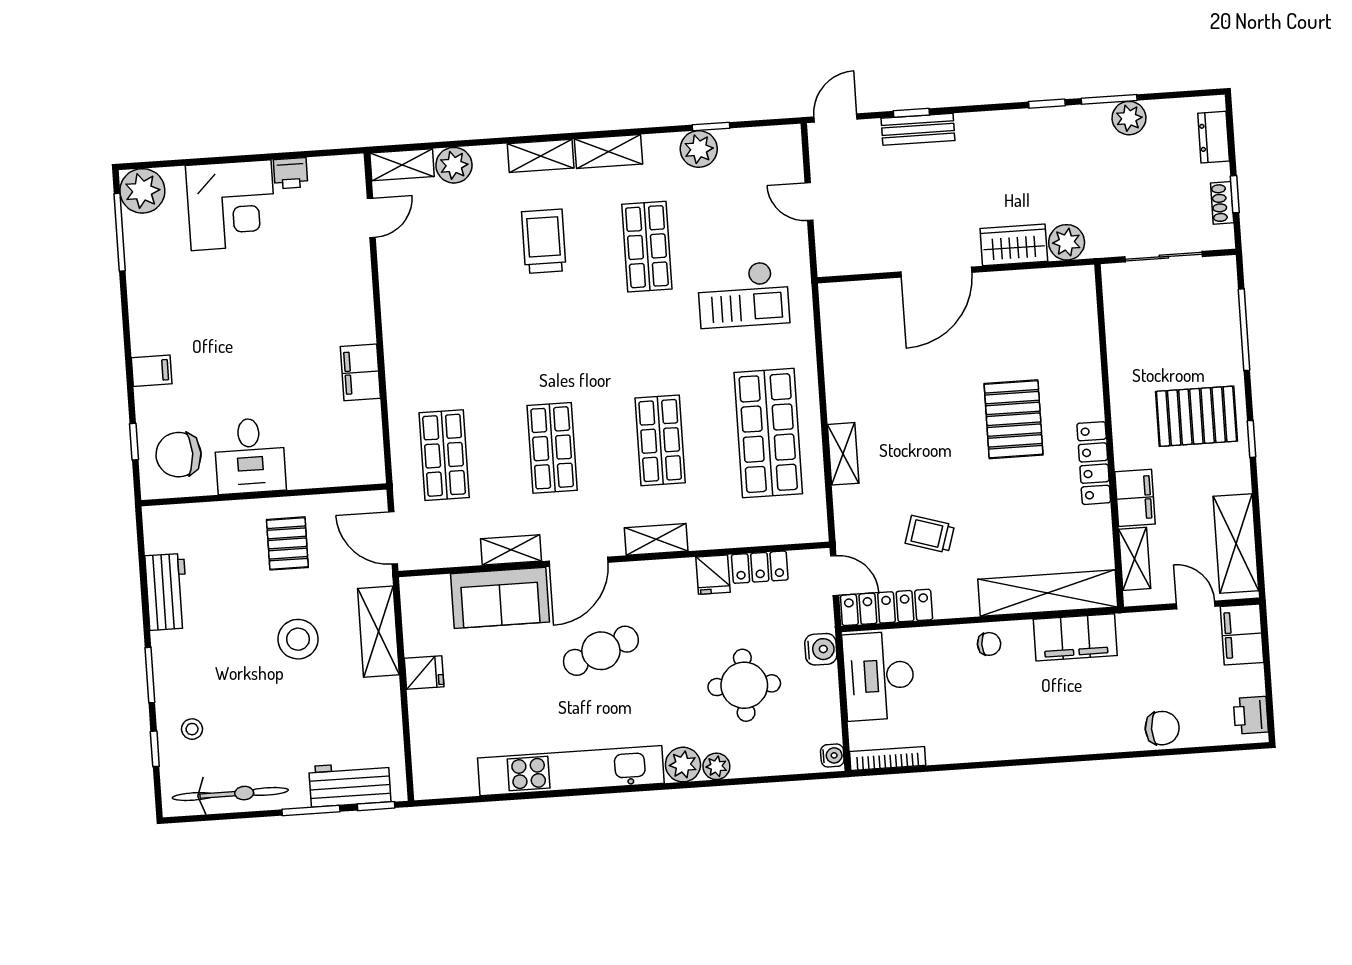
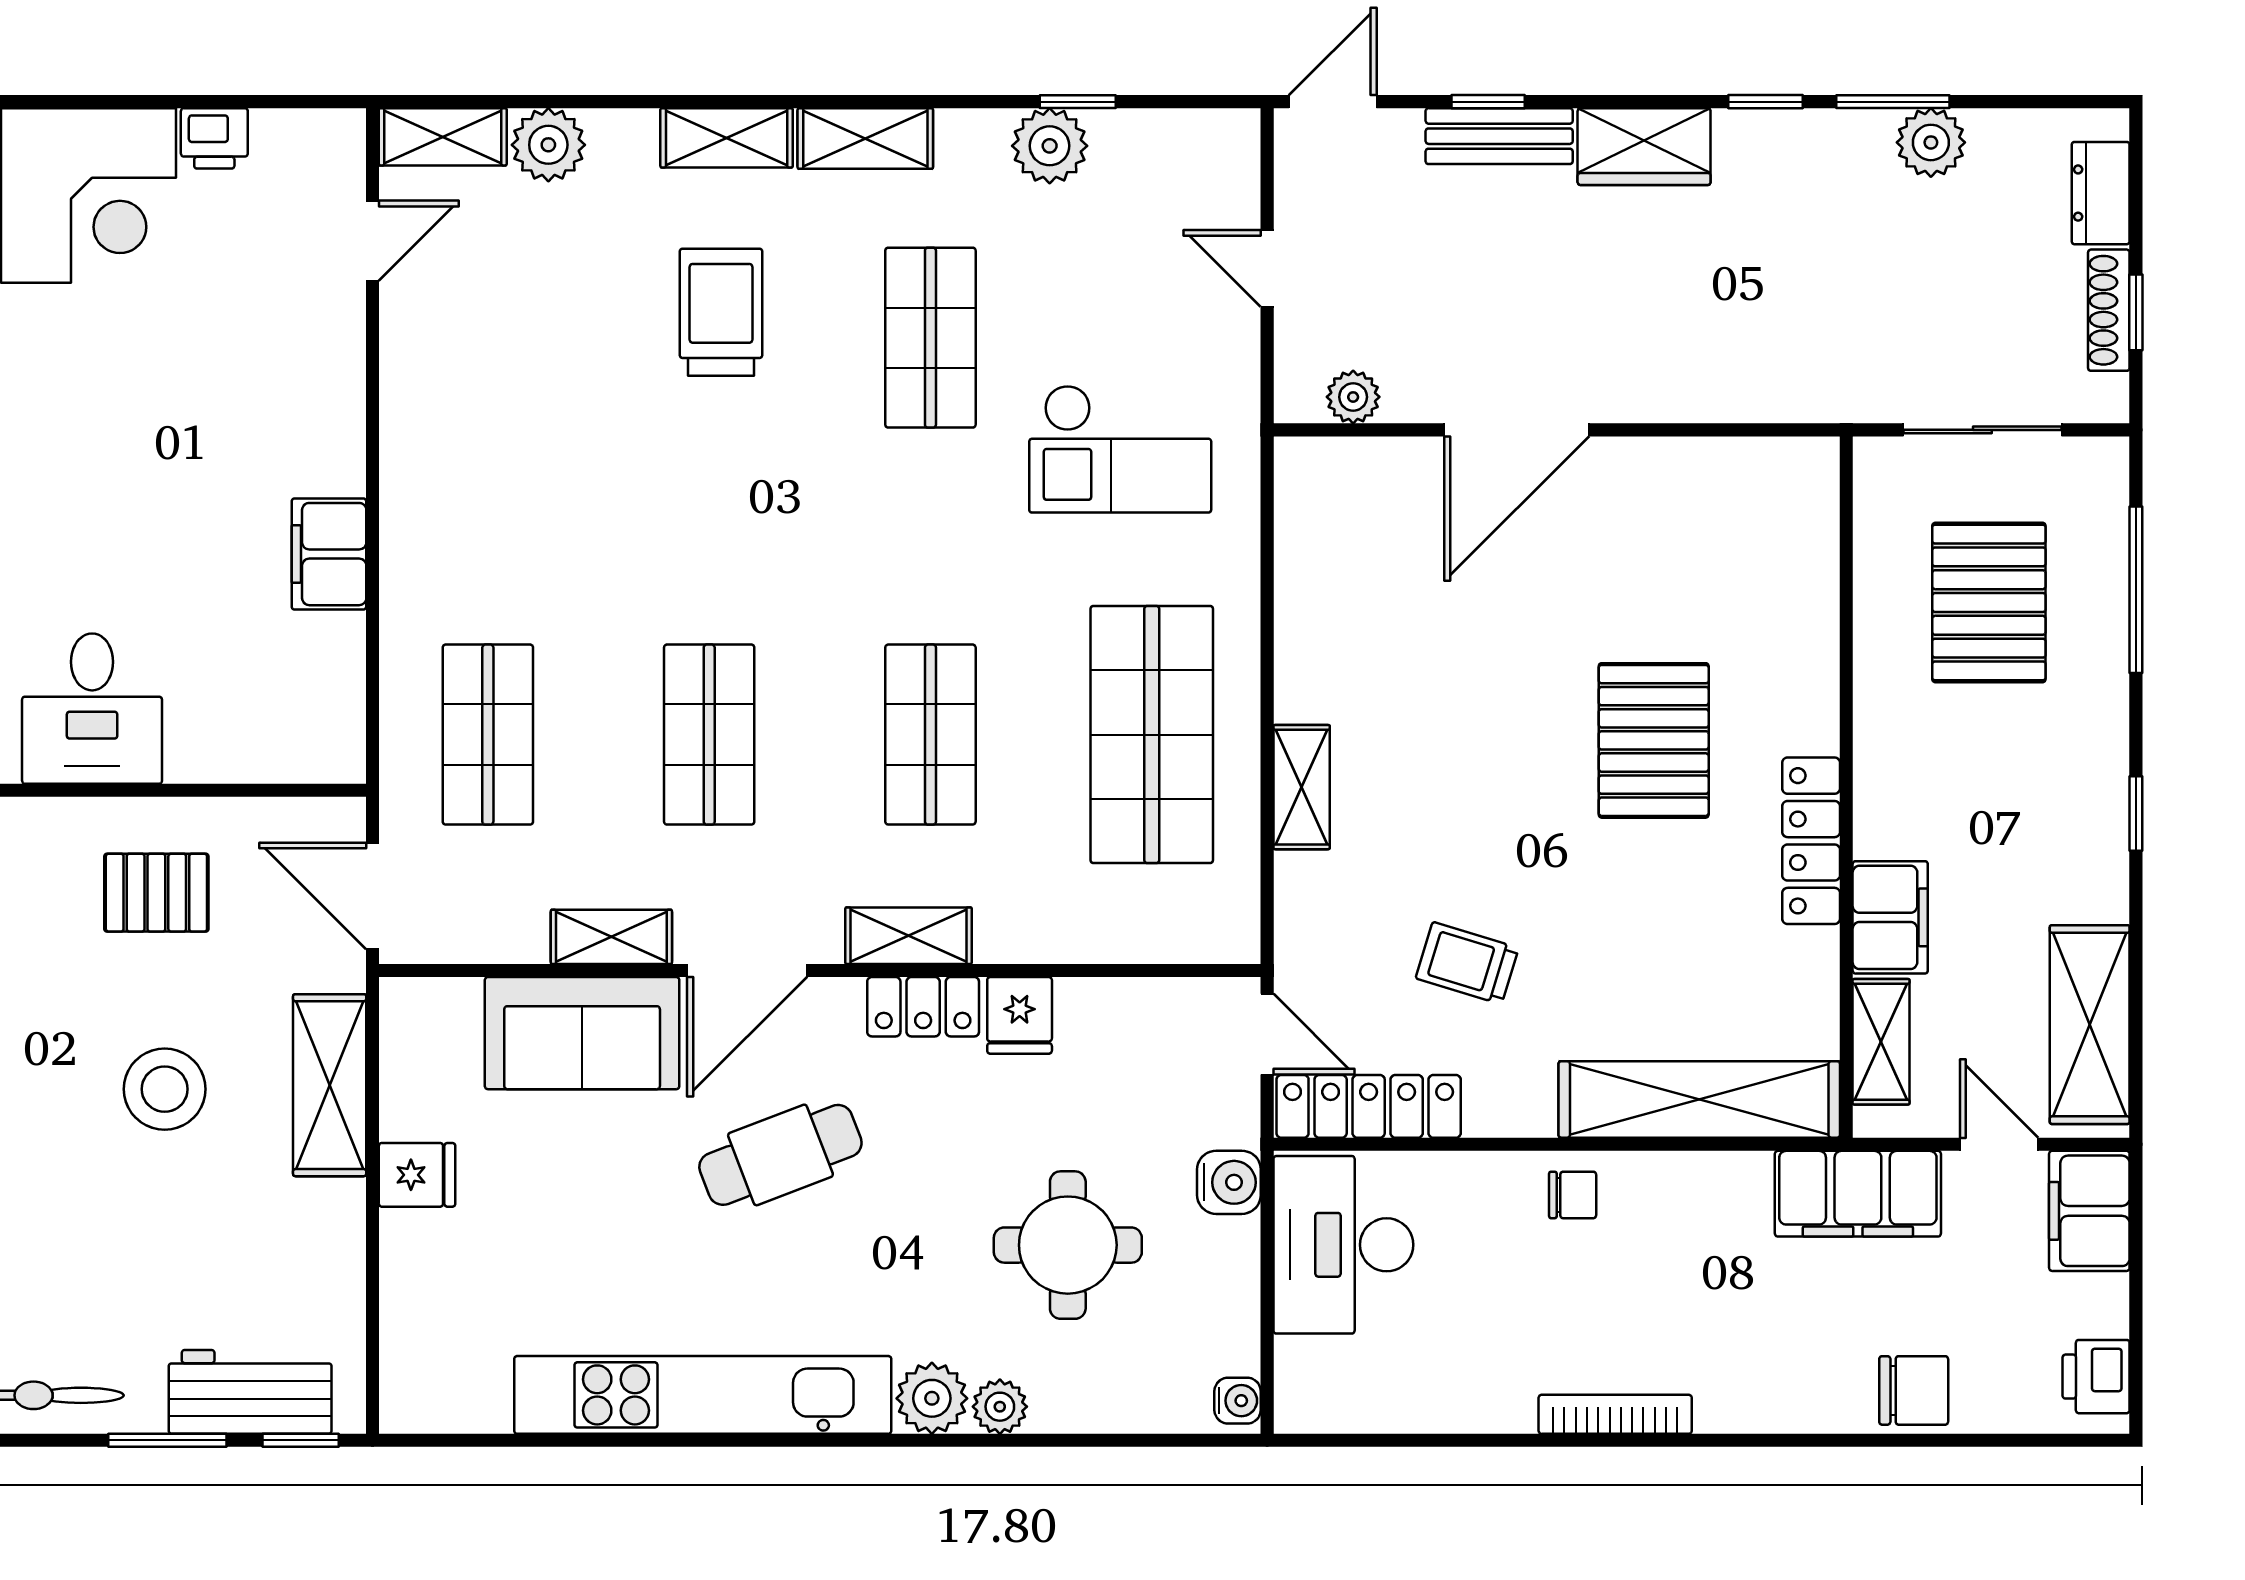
shoe rack: (1222, 203) -> (2109, 310), width x1.43
plant: (1067, 242) -> (1353, 397), moved, width x0.73, depth x0.73
wardrobe: (1014, 245) -> (1644, 147), moved, turned 180
pallet: (1196, 416) -> (1989, 603), moved, turned 90
pallet: (287, 543) -> (156, 893), turned 90
locker: (760, 567) -> (923, 1007), moved
filing cabinet: (1075, 637) -> (1858, 1194), moved
bookcase: (888, 758) -> (1615, 1414), moved

